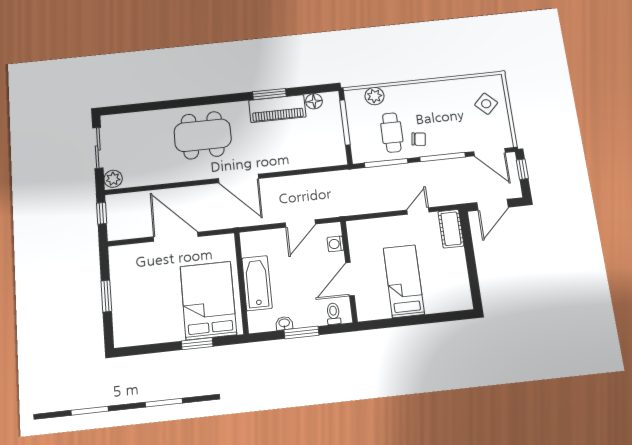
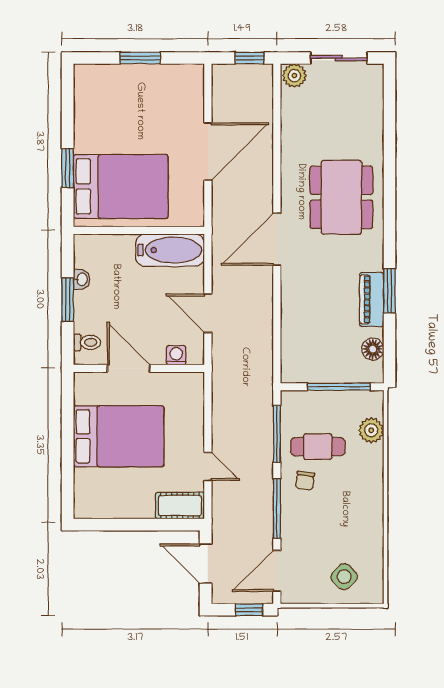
piano: (277, 109) -> (372, 299), width x0.73, depth x0.75
bed: (404, 281) -> (119, 436), width x1.50
bathtub: (257, 283) -> (170, 250), moved

